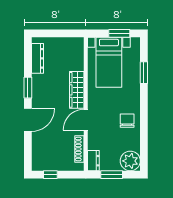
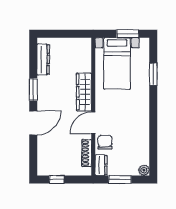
chair: (127, 121) -> (105, 142), moved
plant: (130, 161) -> (144, 170), width x0.53, depth x0.53

